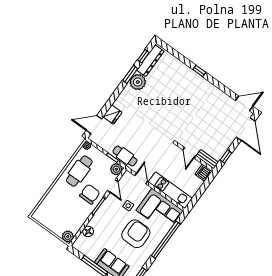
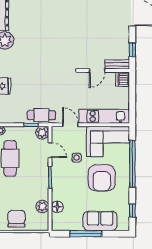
door: (189, 153) -> (97, 71), hinge flipped
chair: (90, 194) -> (16, 219), moved
armchair: (136, 234) -> (102, 178), turned 180
plant: (68, 236) -> (42, 207), moved

